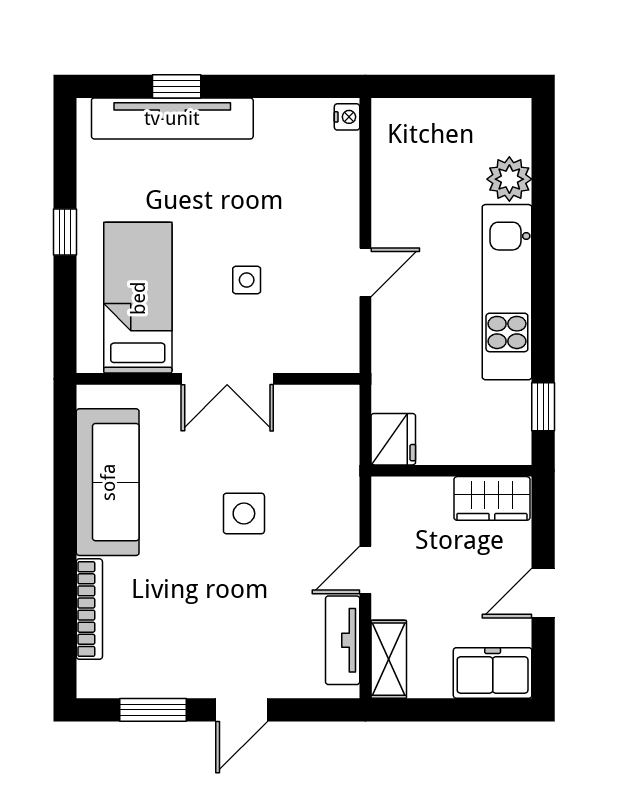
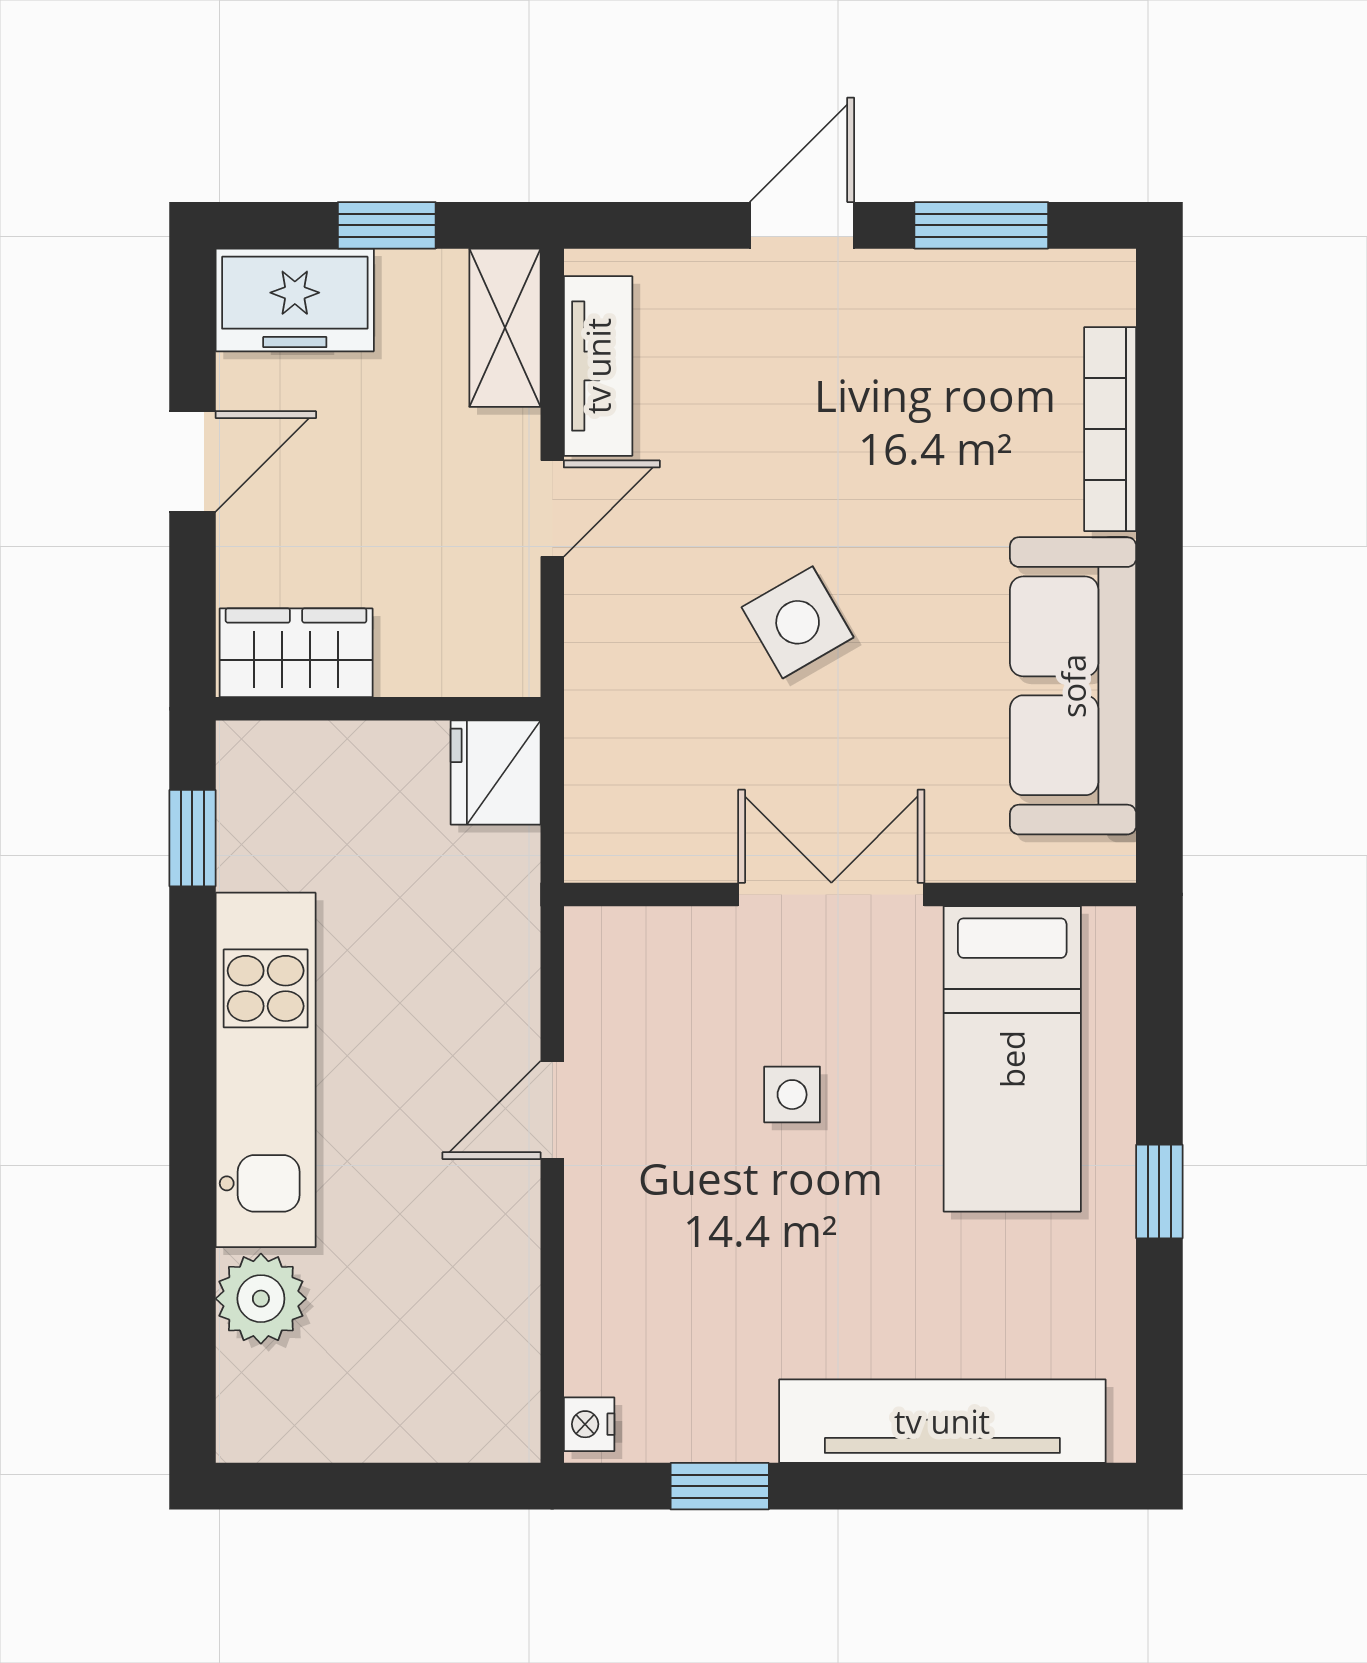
window: (177, 86) -> (720, 1486), moved
side table: (244, 514) -> (798, 622), turned -30
window: (447, 710) -> (387, 225), added

